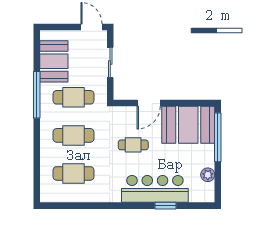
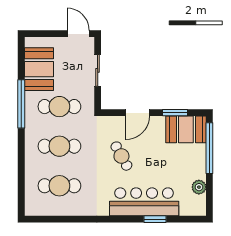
window: (185, 103) -> (175, 113), added
booth: (188, 125) -> (186, 129), width x0.73, depth x0.70
cafe table: (133, 145) -> (121, 156), turned 61

